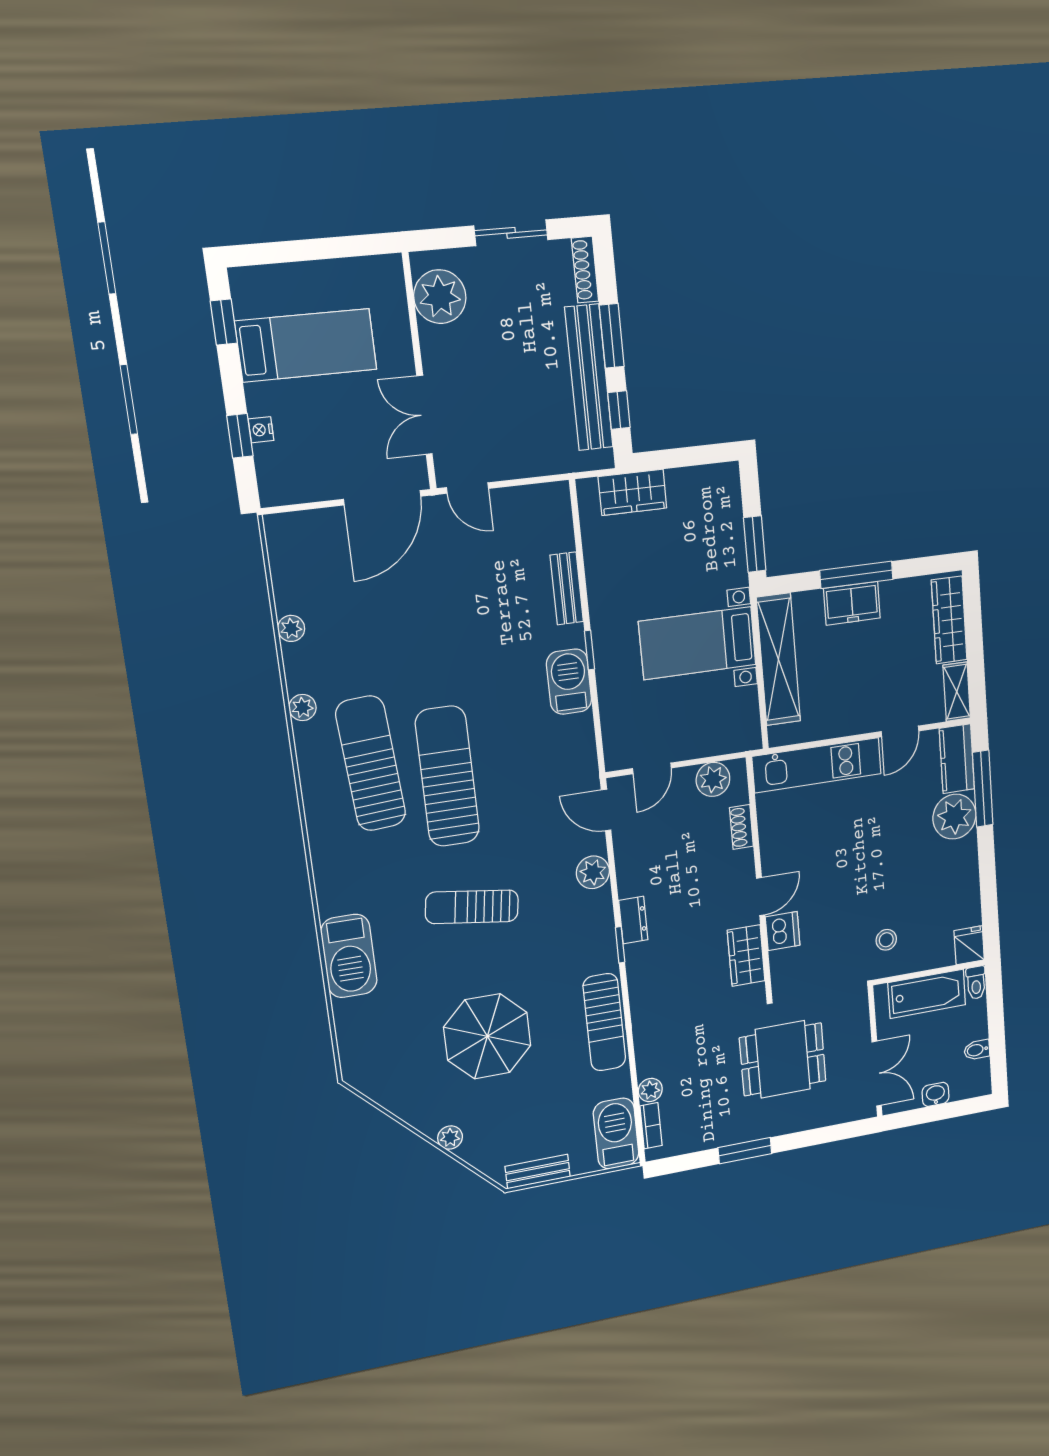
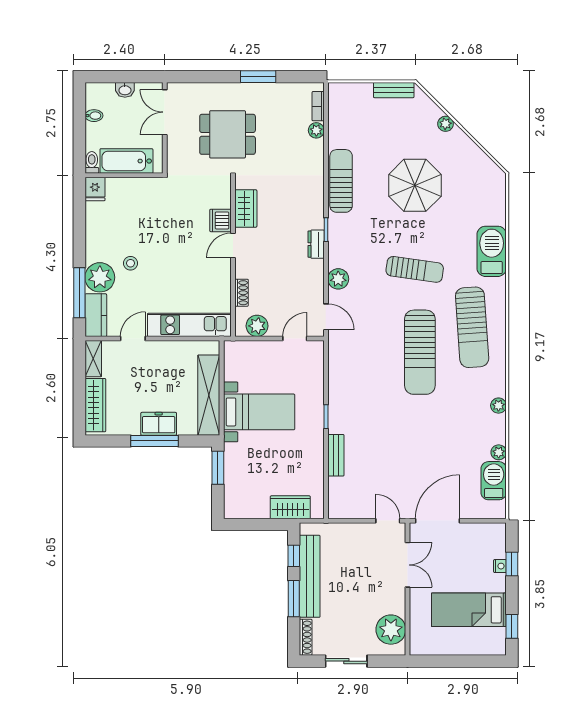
barbecue: (569, 682) -> (494, 481), moved, turned 180
sun lounger: (371, 764) -> (472, 327), moved
stool: (886, 940) -> (131, 263), moved
barbecue: (616, 1134) -> (341, 105), removed

